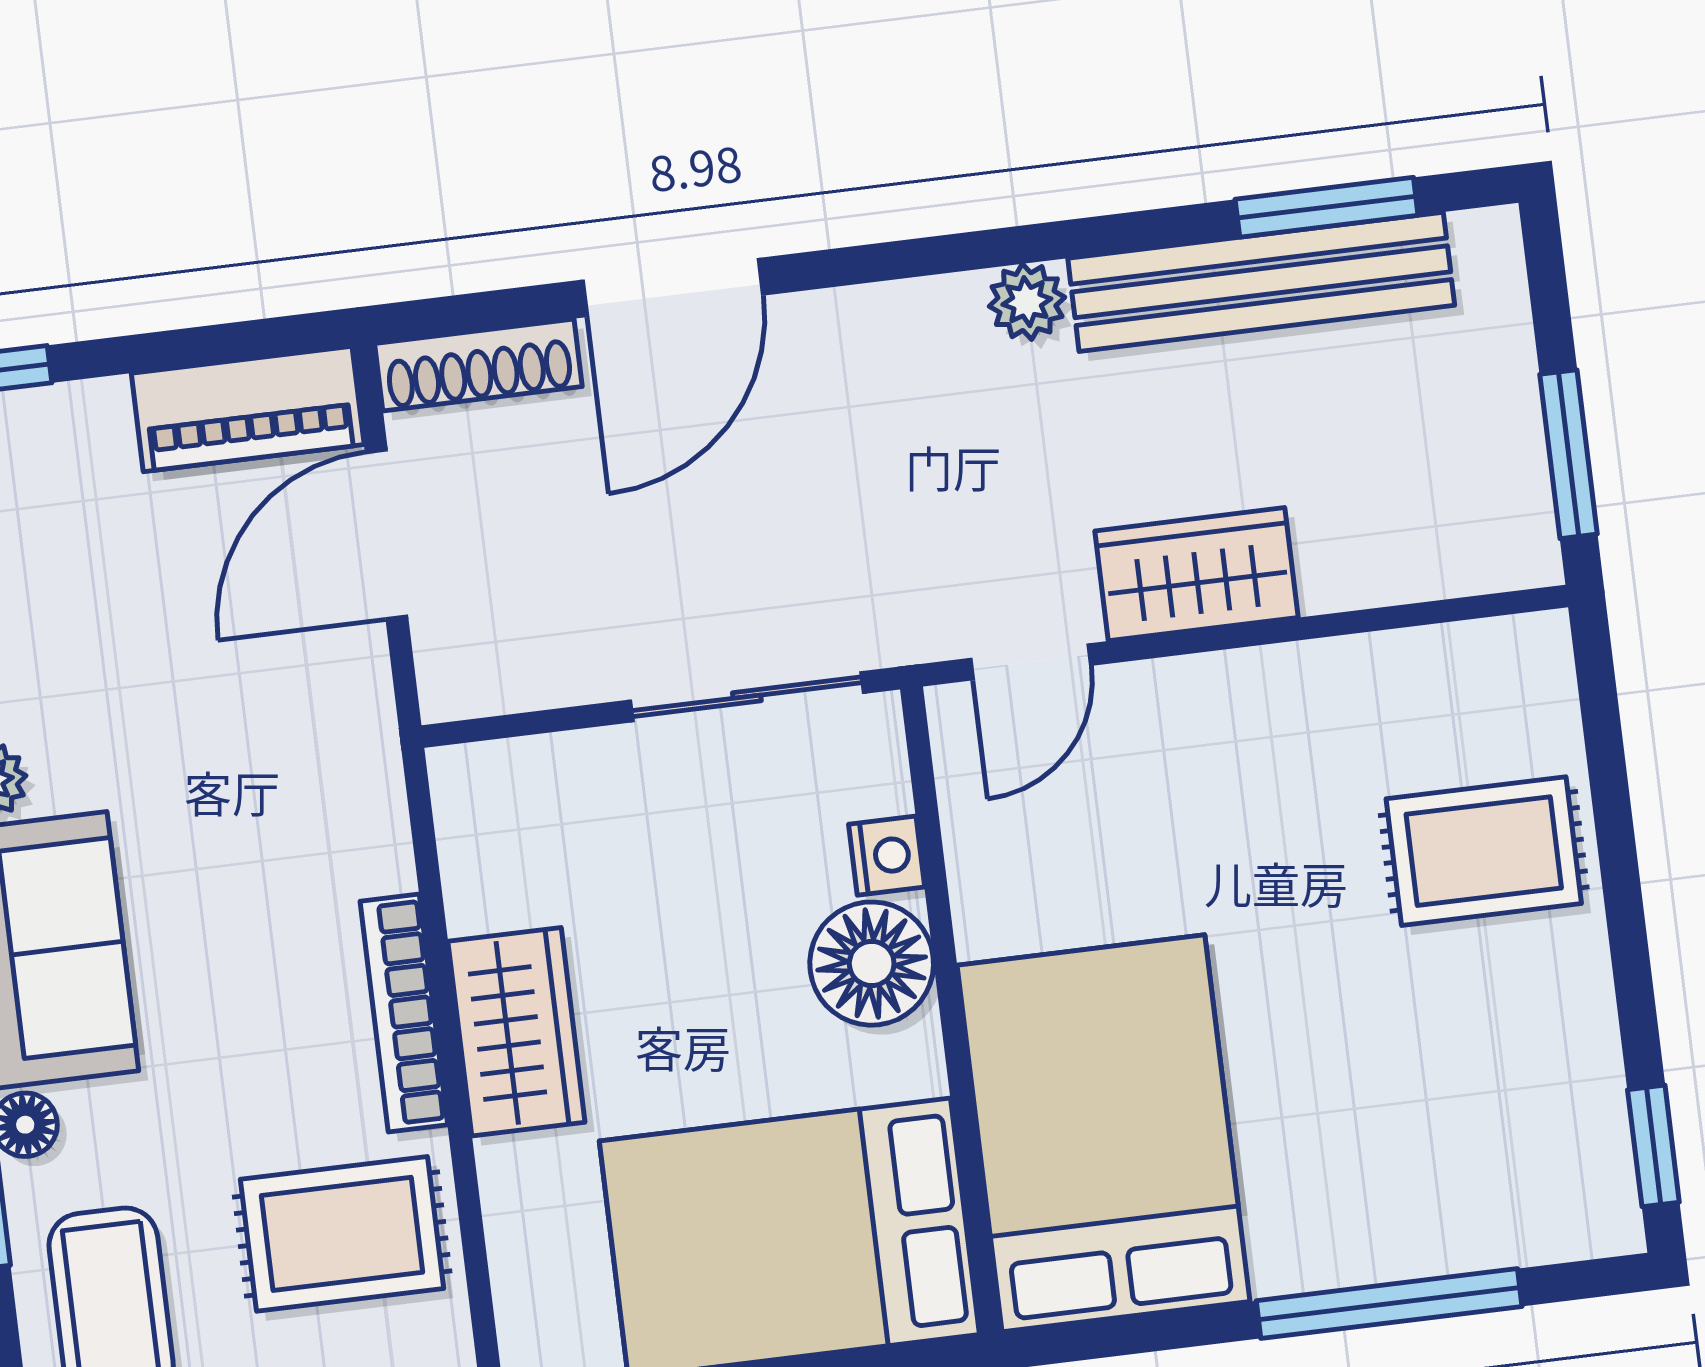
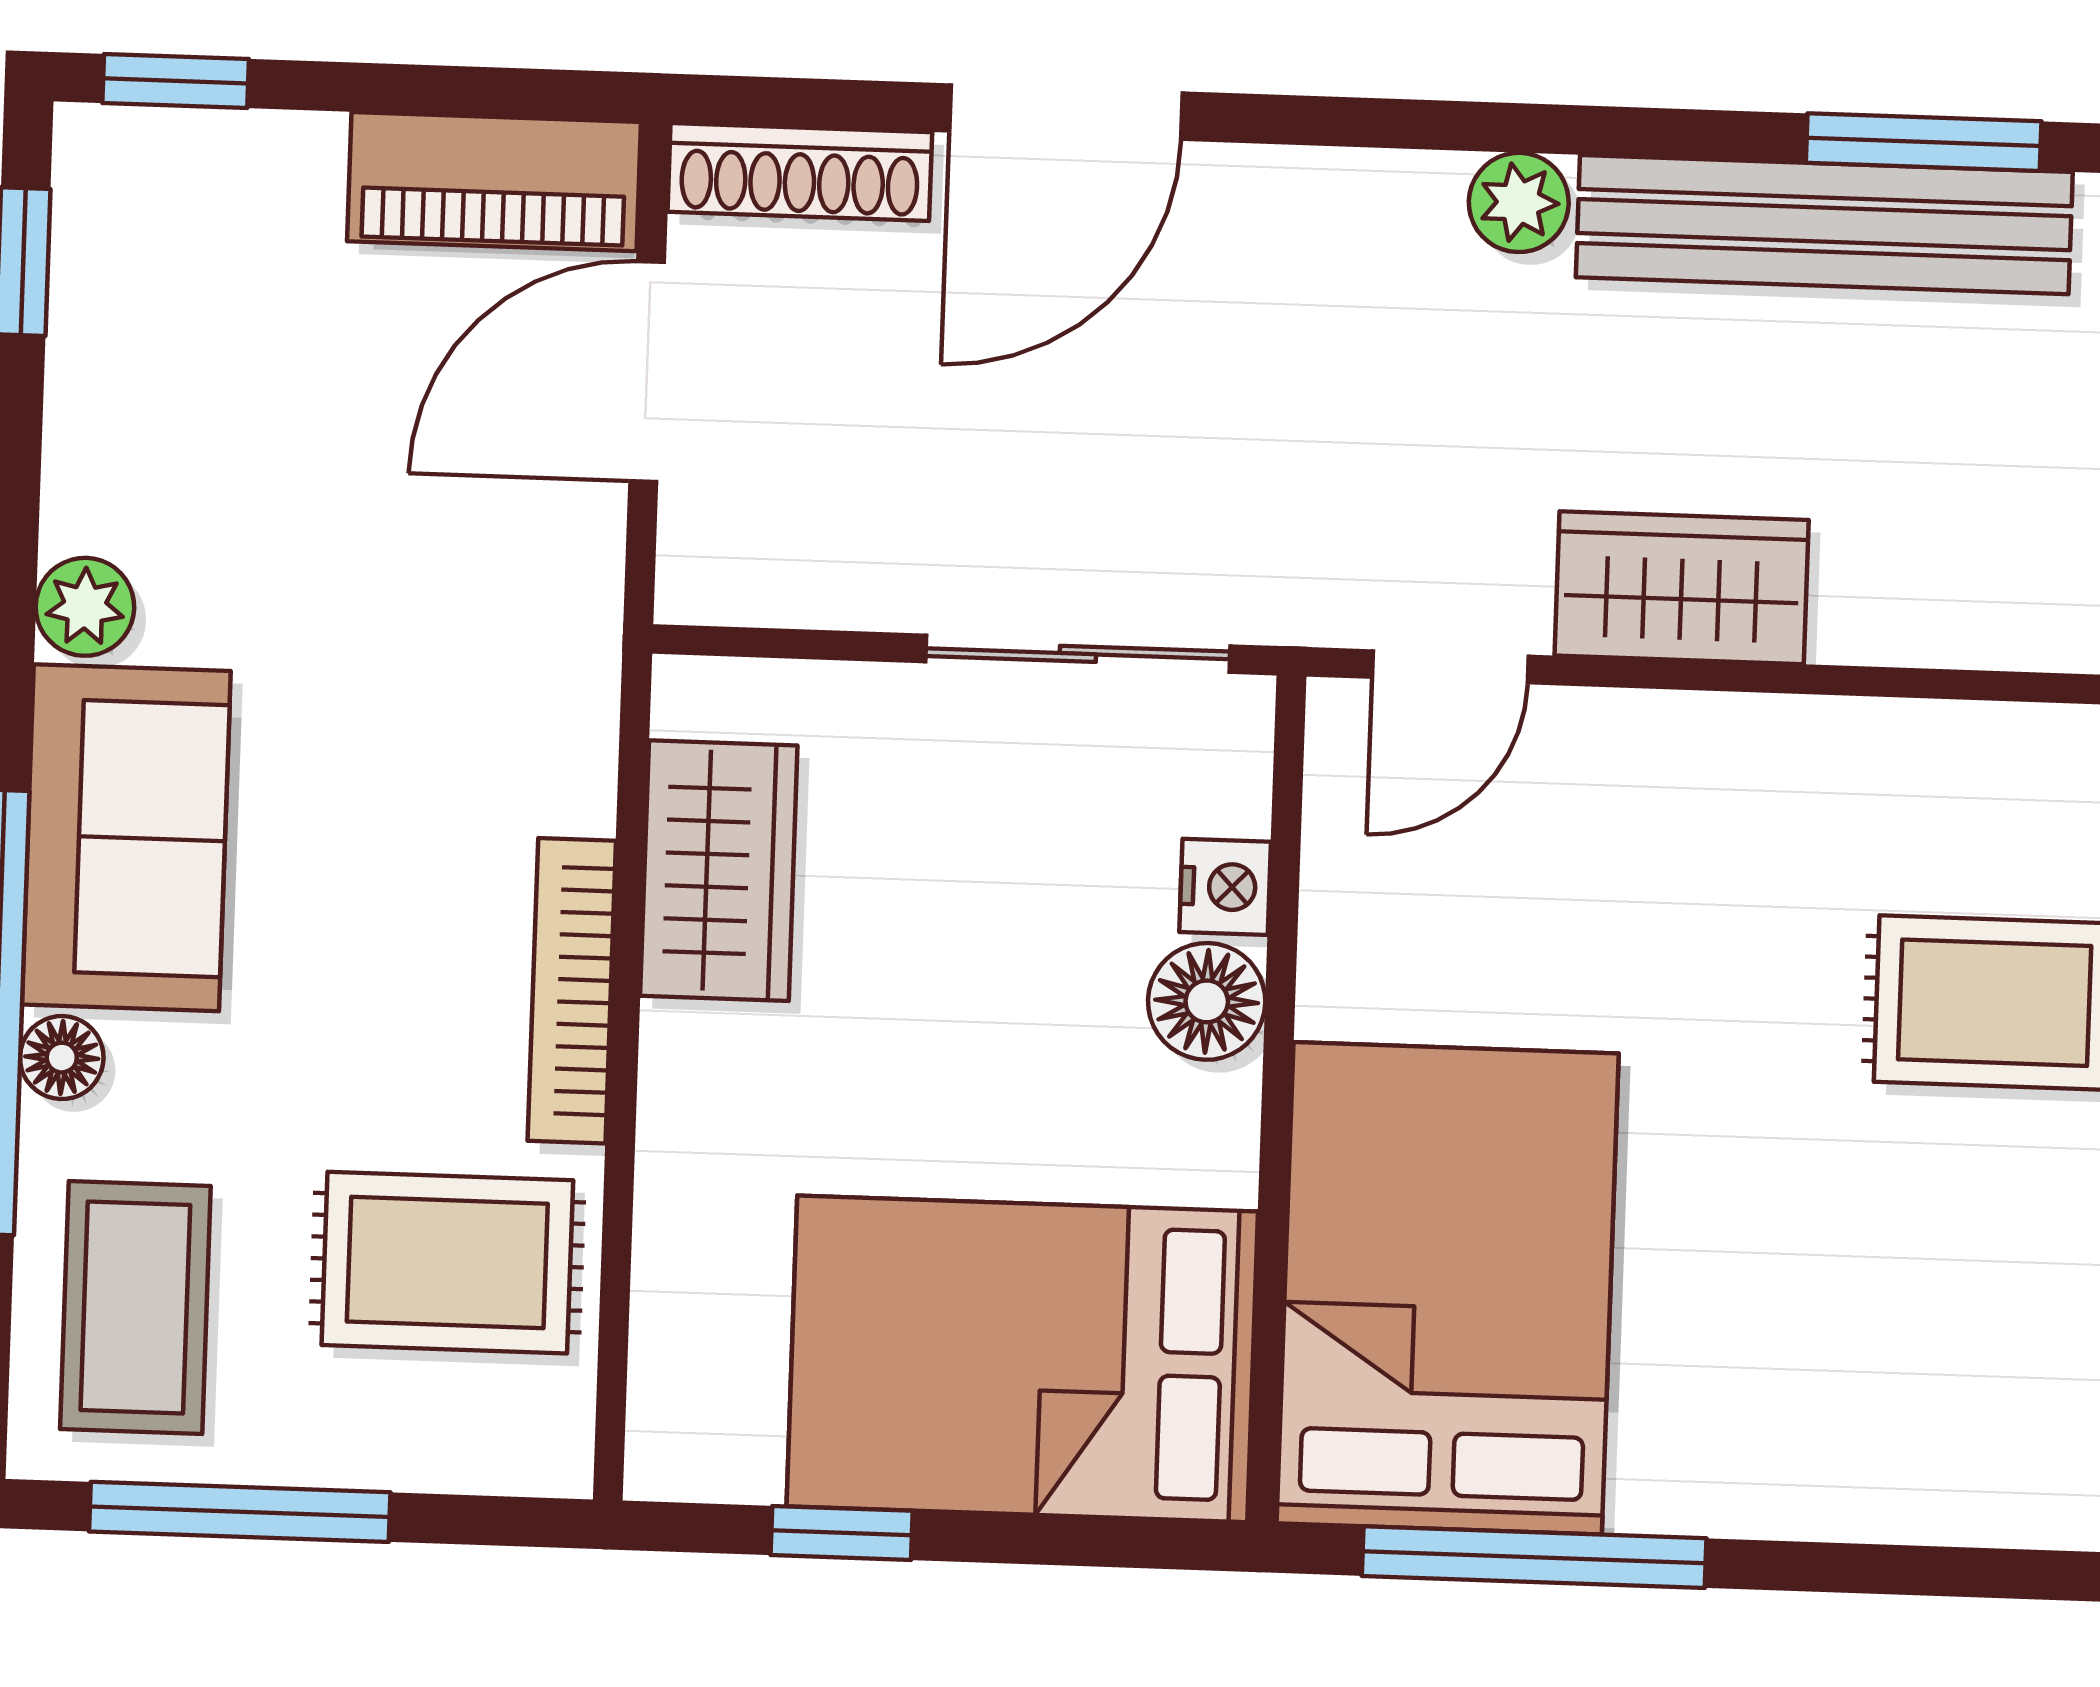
floor lamp: (872, 964) -> (1207, 1001), width x0.73, depth x0.73
wardrobe: (516, 1032) -> (719, 871), moved
window: (1389, 1304) -> (1534, 1557), moved

